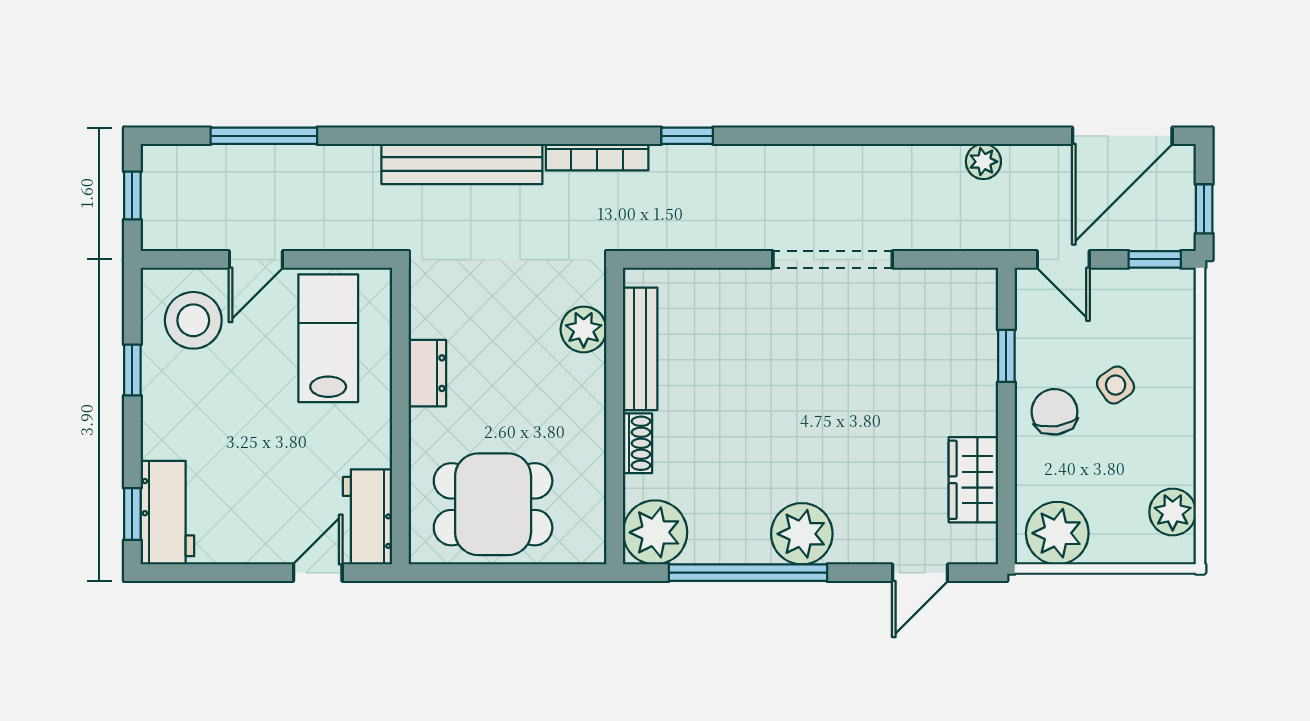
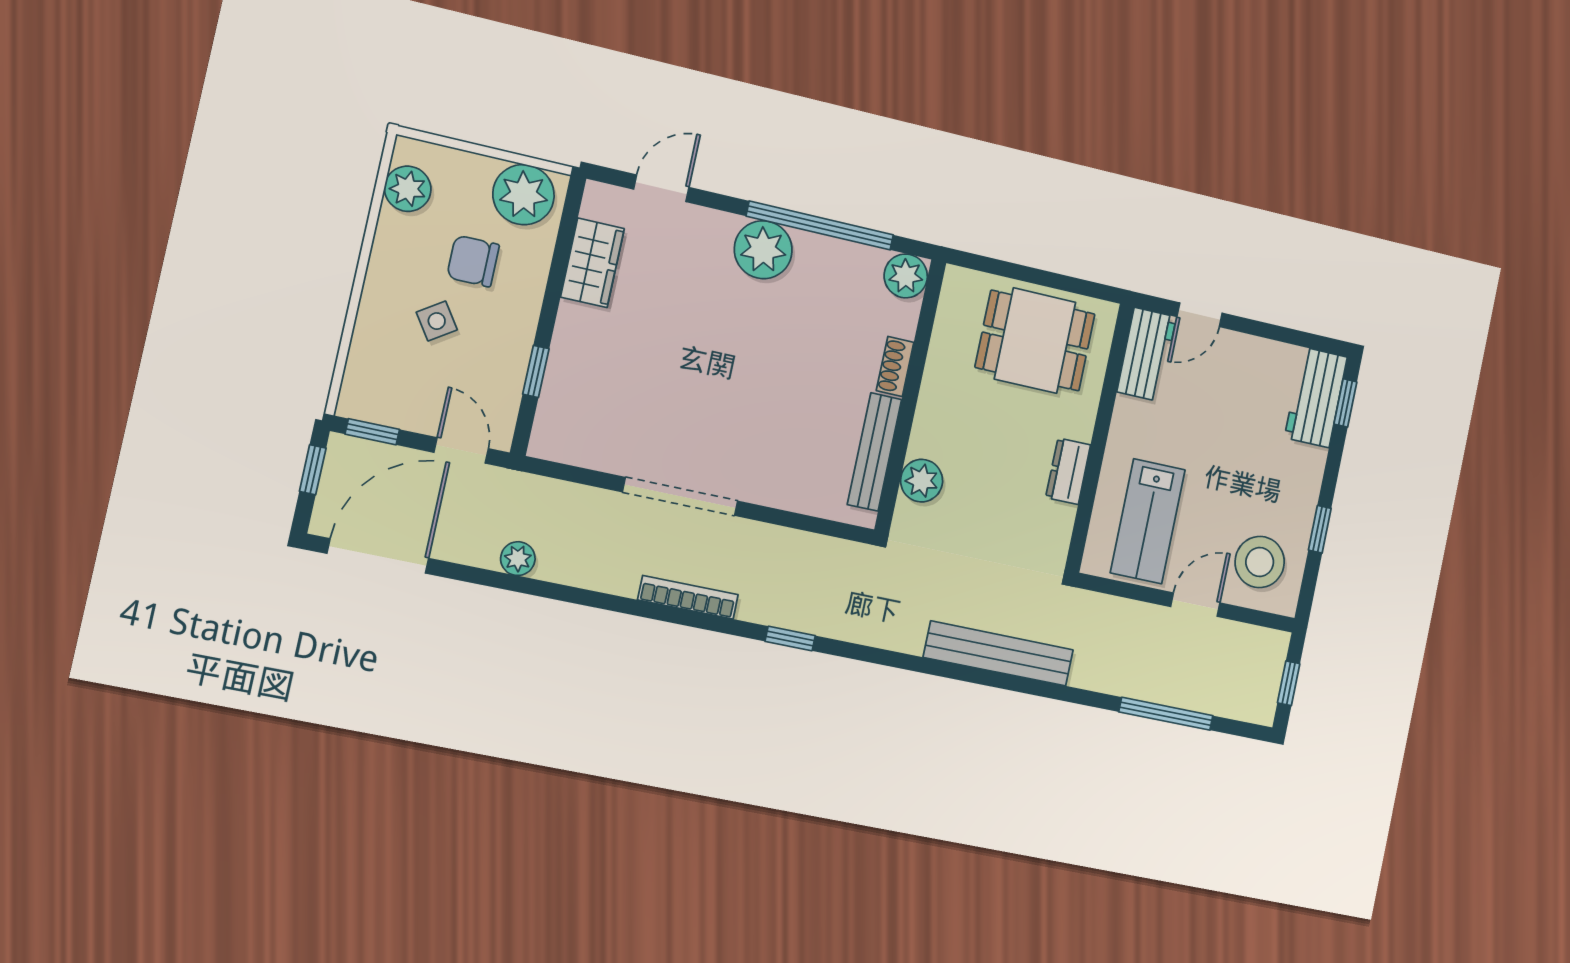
bookcase: (597, 157) -> (688, 597), moved
chair: (1054, 412) -> (473, 261), moved, turned 98
plant: (655, 532) -> (906, 276), width x0.73, depth x0.73

